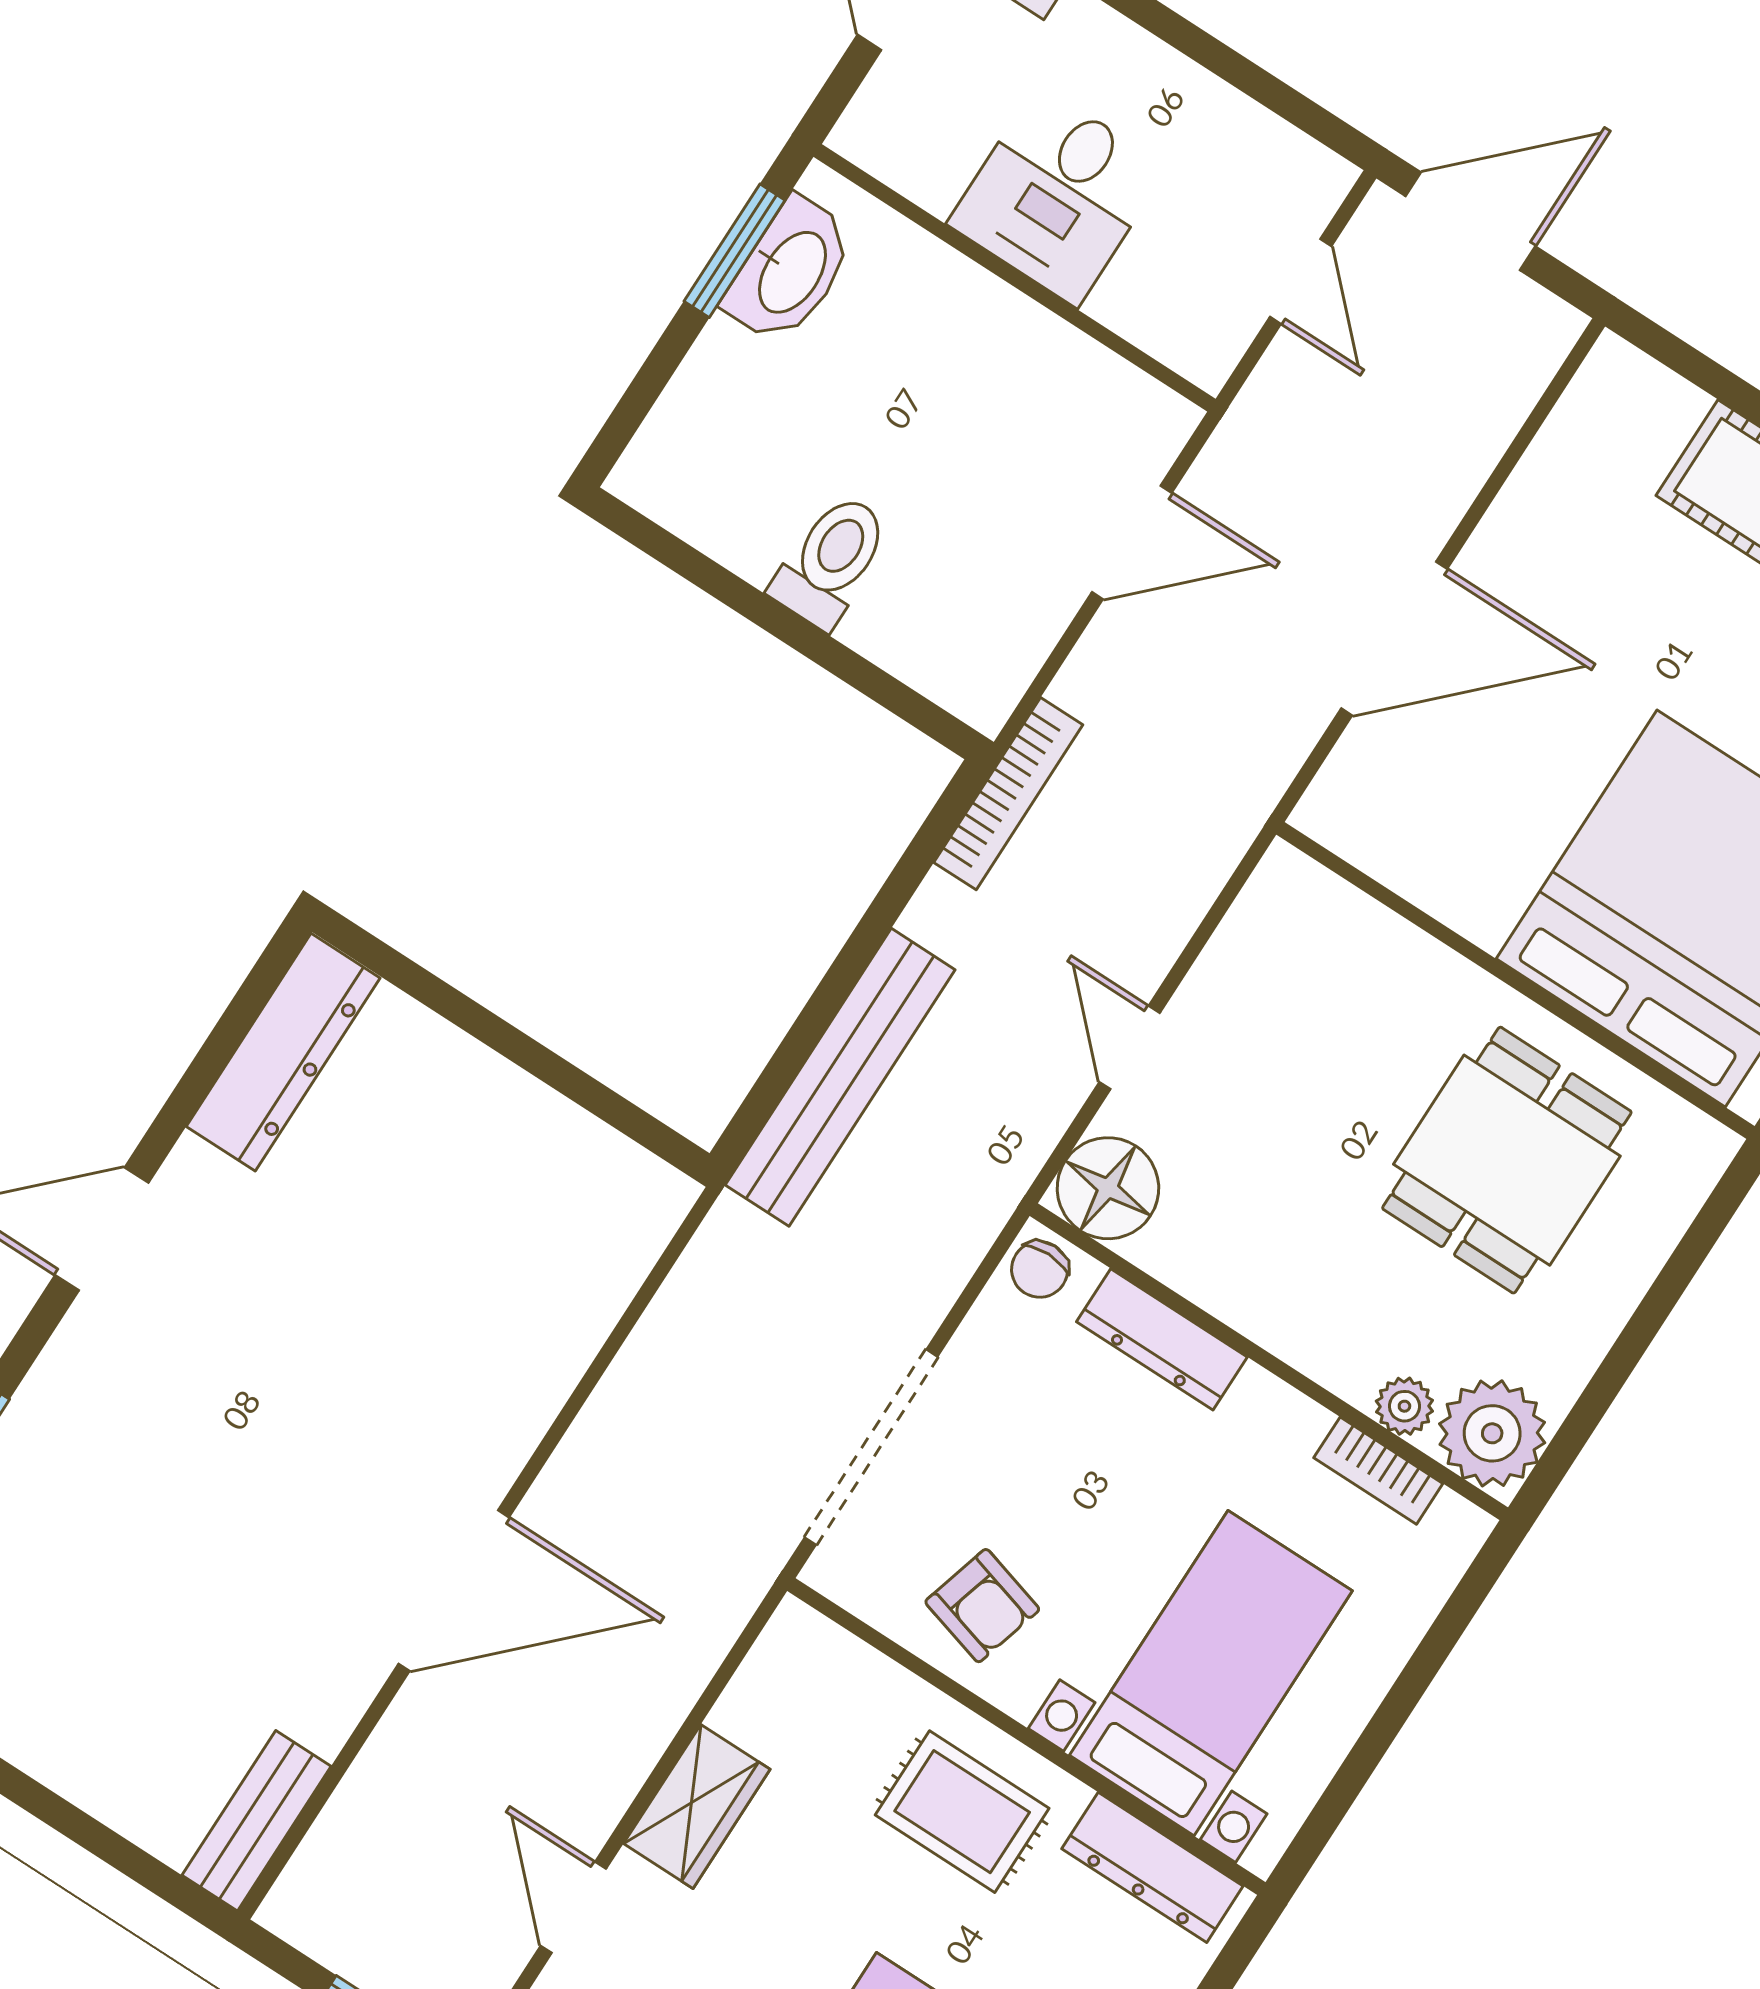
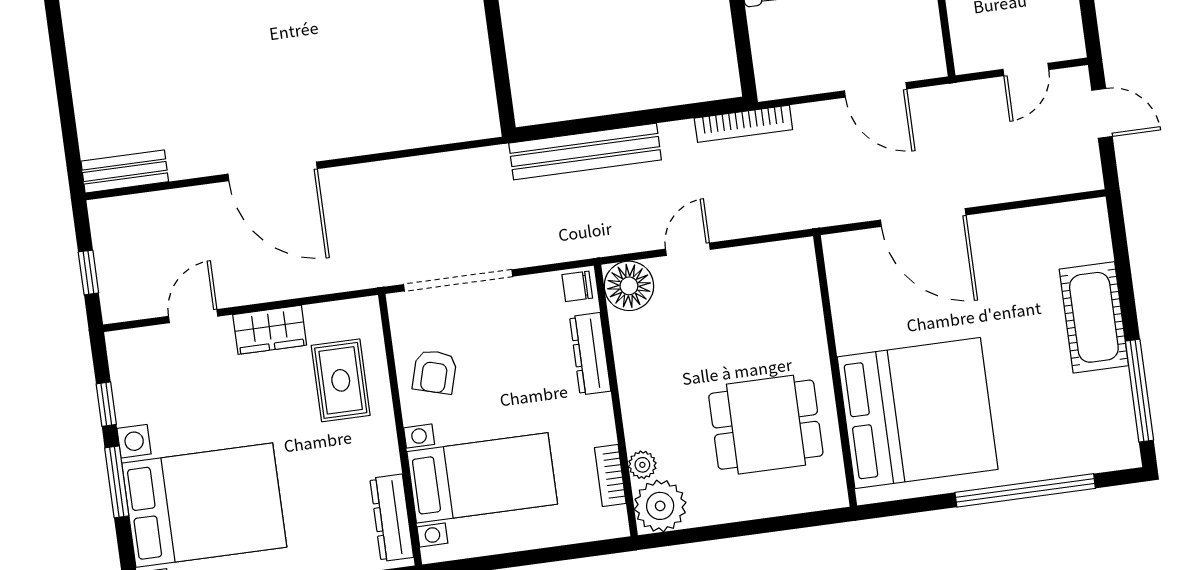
door: (1471, 221) -> (1102, 113), width x0.73
rug: (962, 1812) -> (341, 380), moved

